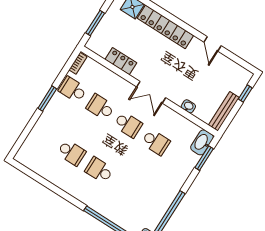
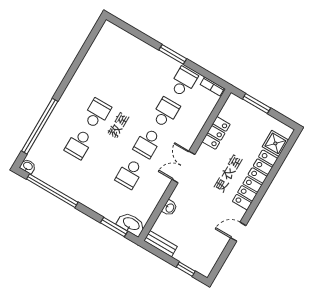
bench: (224, 111) -> (161, 244), width x0.73
school desk: (71, 153) -> (79, 144), moved

